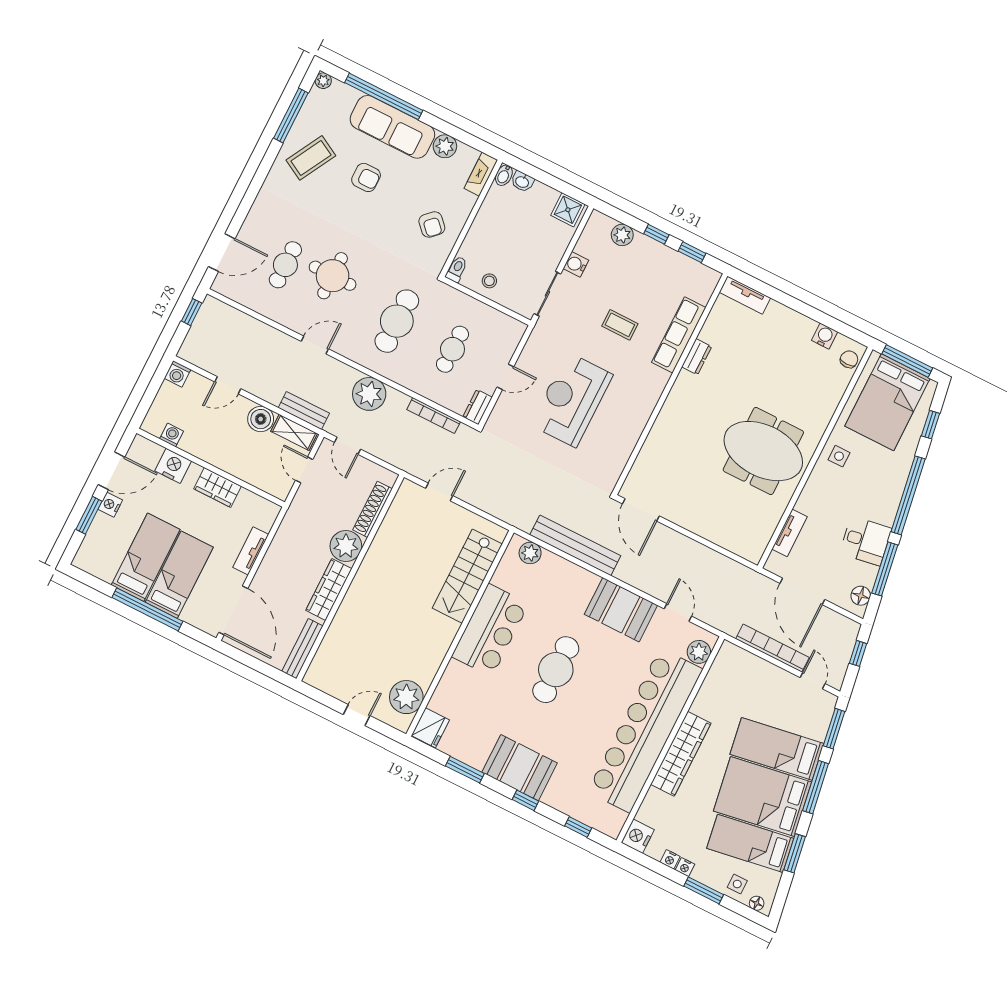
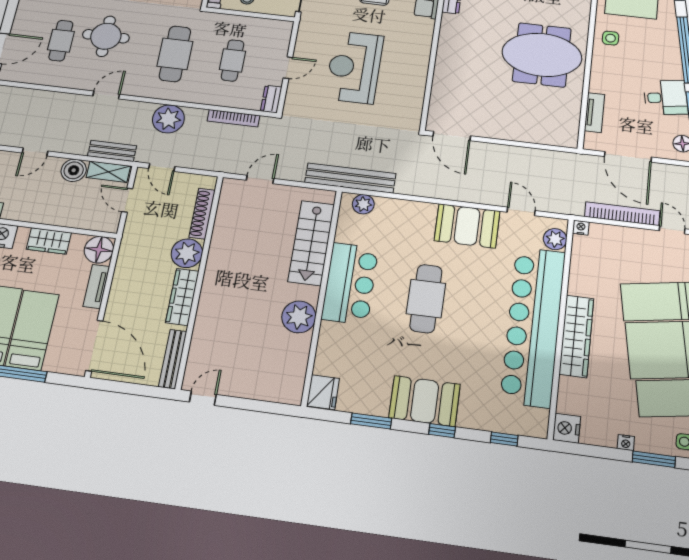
floor lamp: (263, 513) -> (99, 250), added
bench: (575, 545) -> (350, 178), moved
plant: (406, 697) -> (299, 317), moved
door: (357, 715) -> (203, 398), moved
nightstand: (670, 859) -> (581, 228), moved, turned 180

